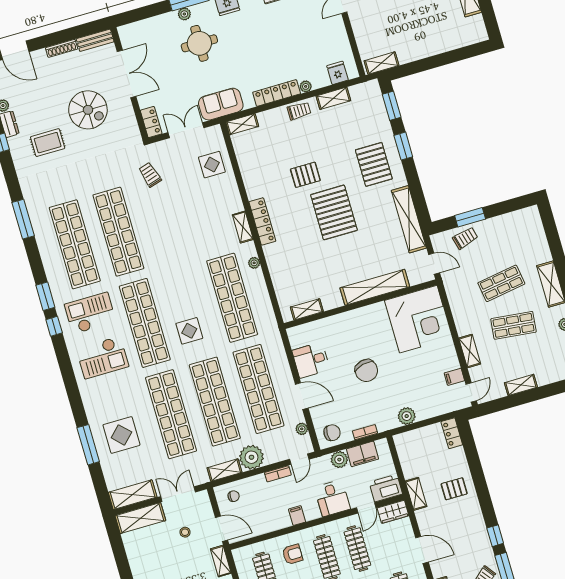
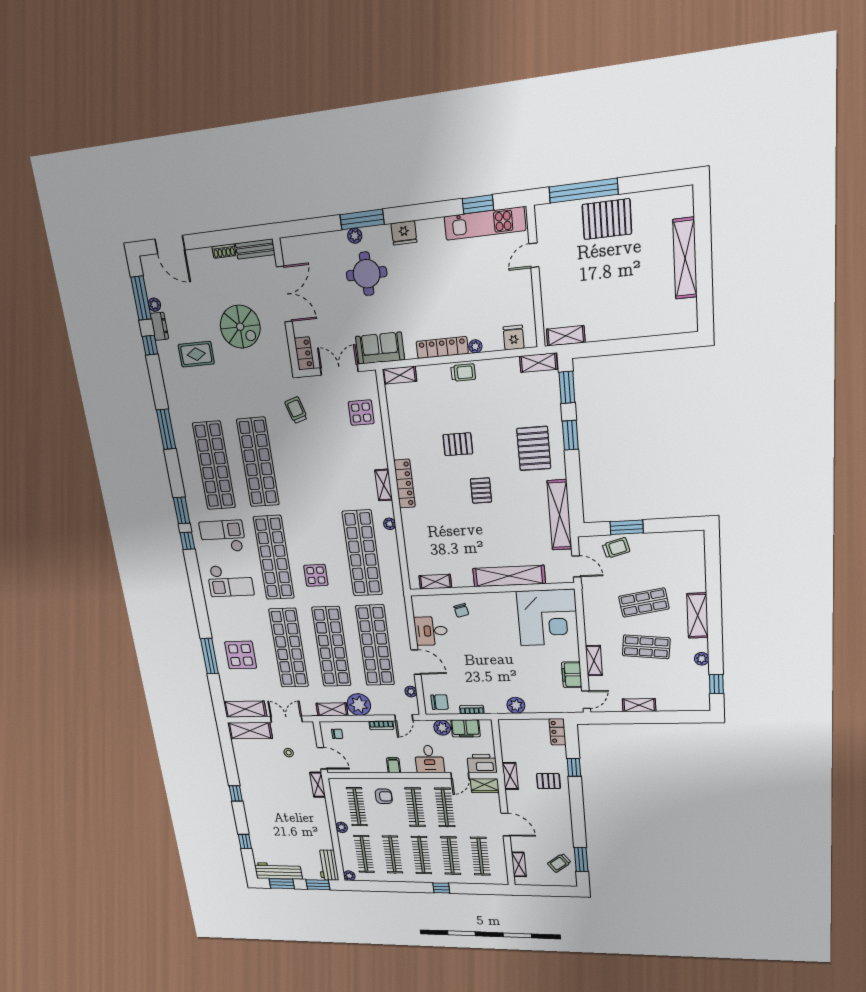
shoe rack: (62, 48) -> (224, 251), width x0.70
shelving: (333, 98) -> (538, 363), moved
pallet: (334, 212) -> (481, 490), width x0.49, depth x0.50
chair: (366, 371) -> (461, 610), moved, width x0.54, depth x0.54
filing cabinet: (454, 377) -> (572, 675), width x2.00
window: (495, 536) -> (574, 767), moved

